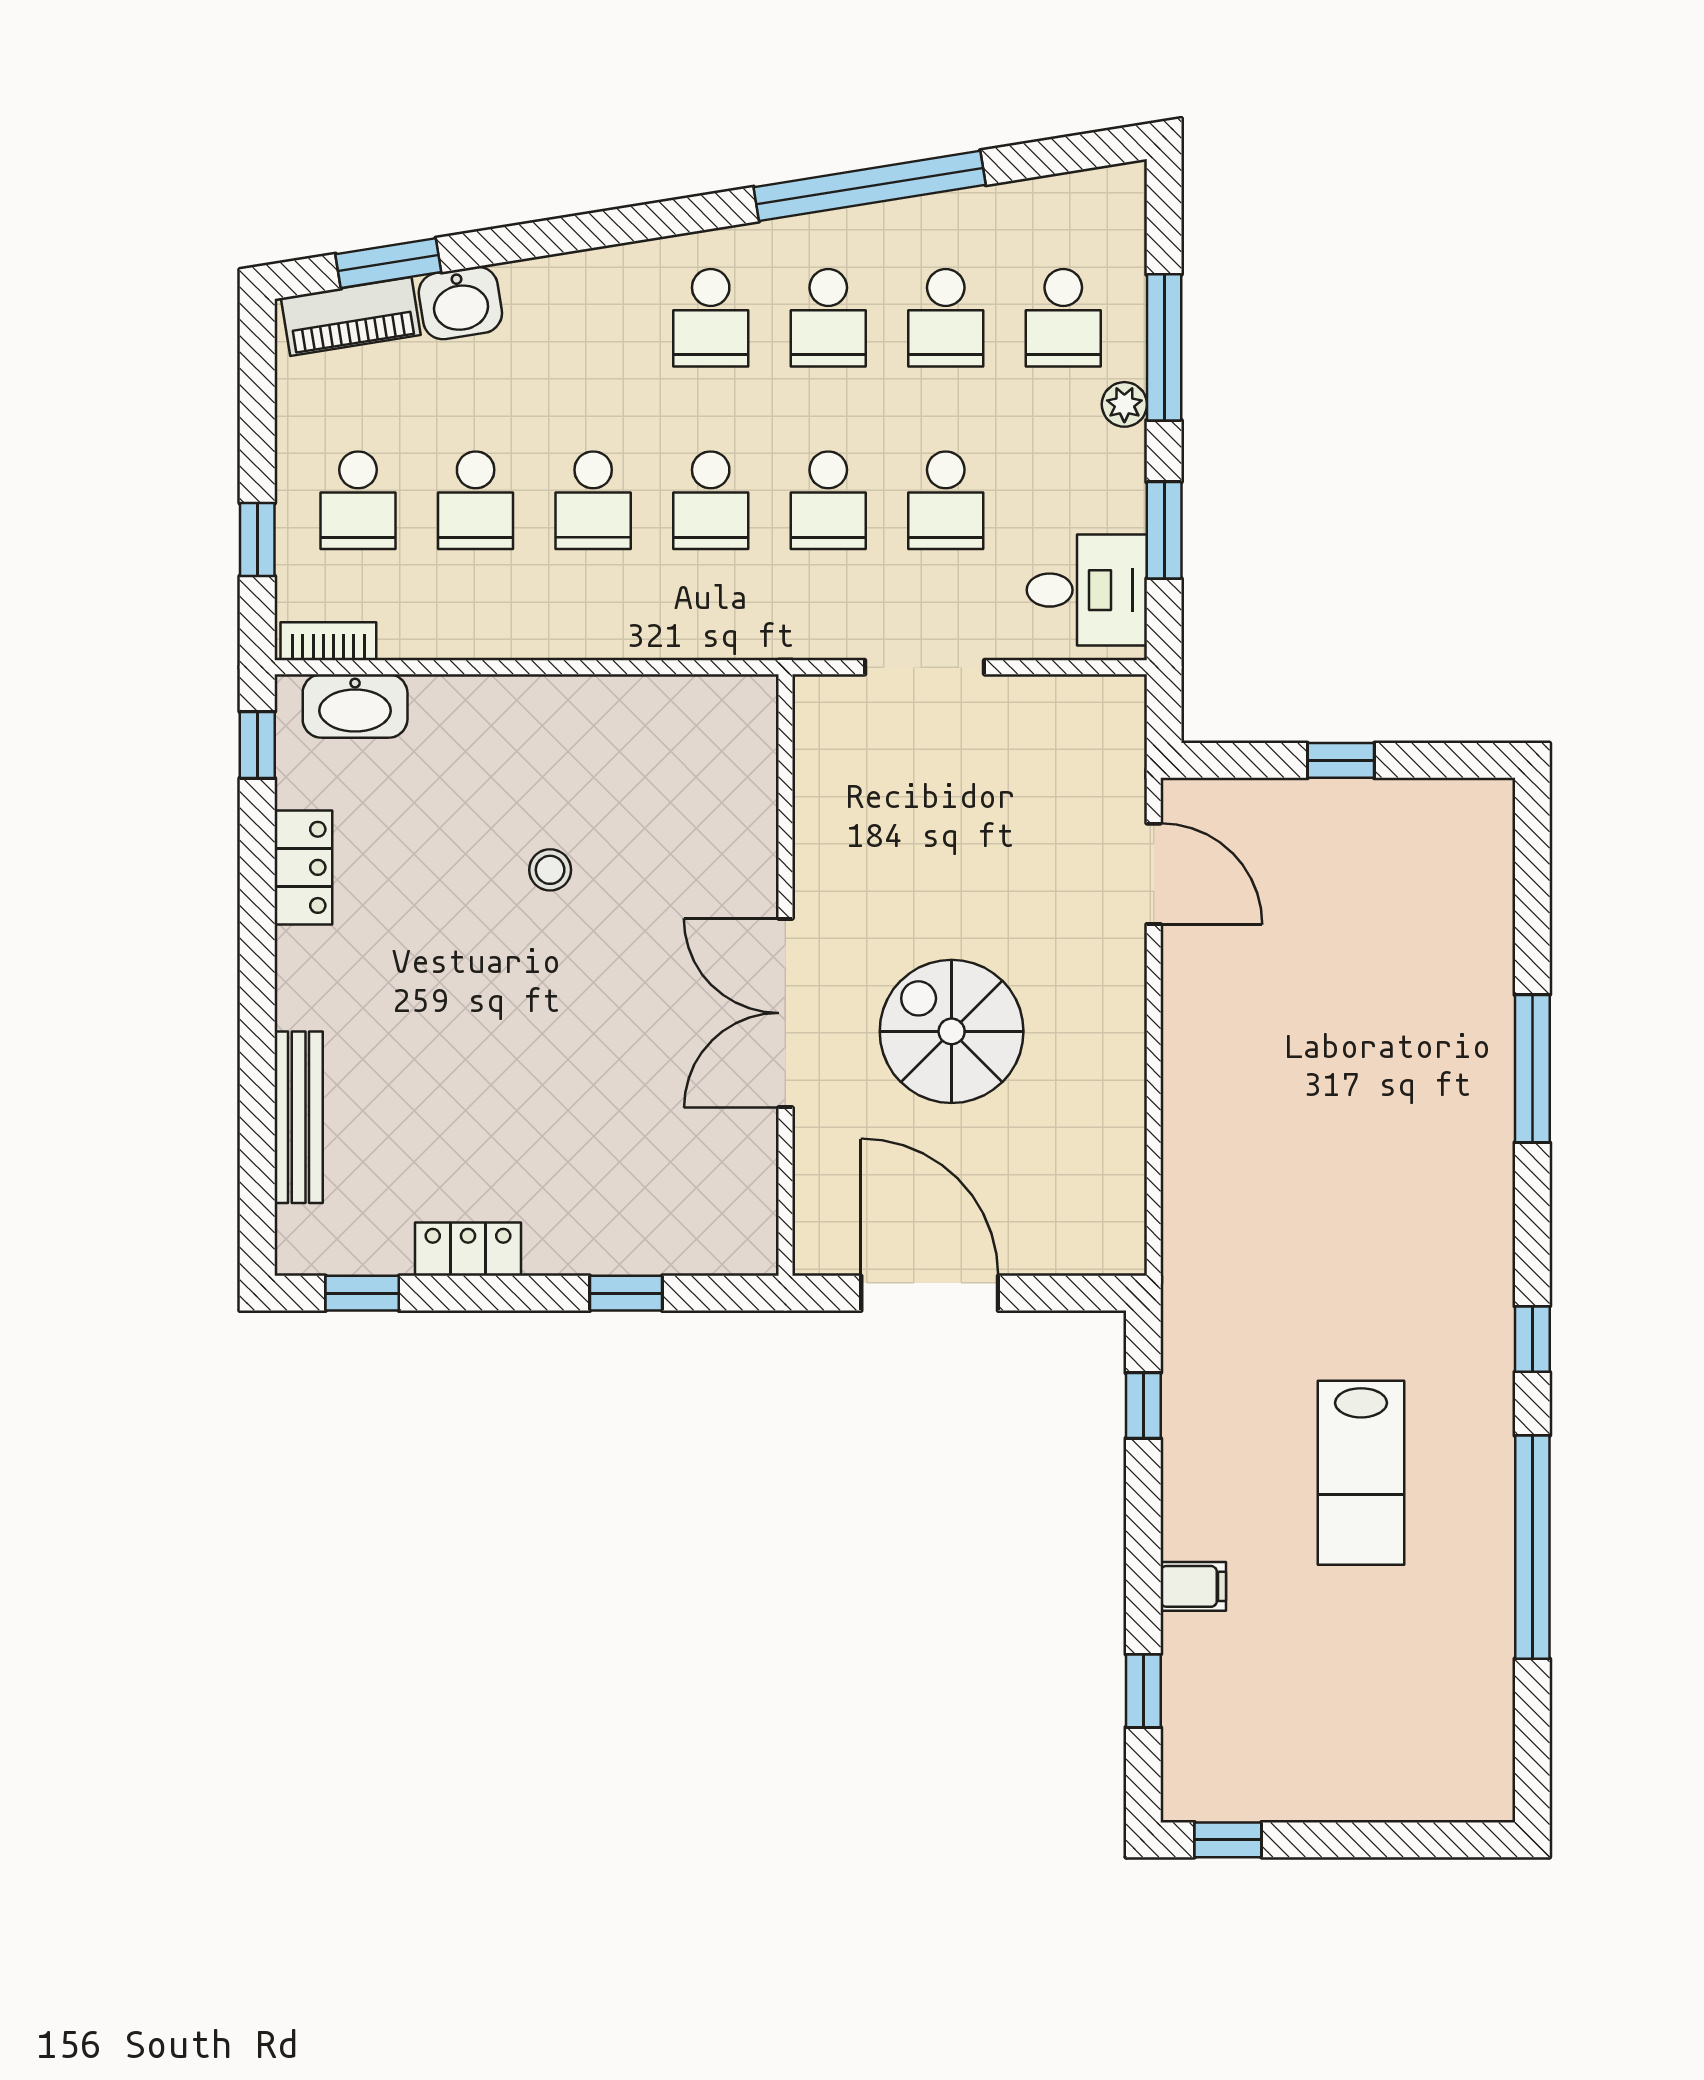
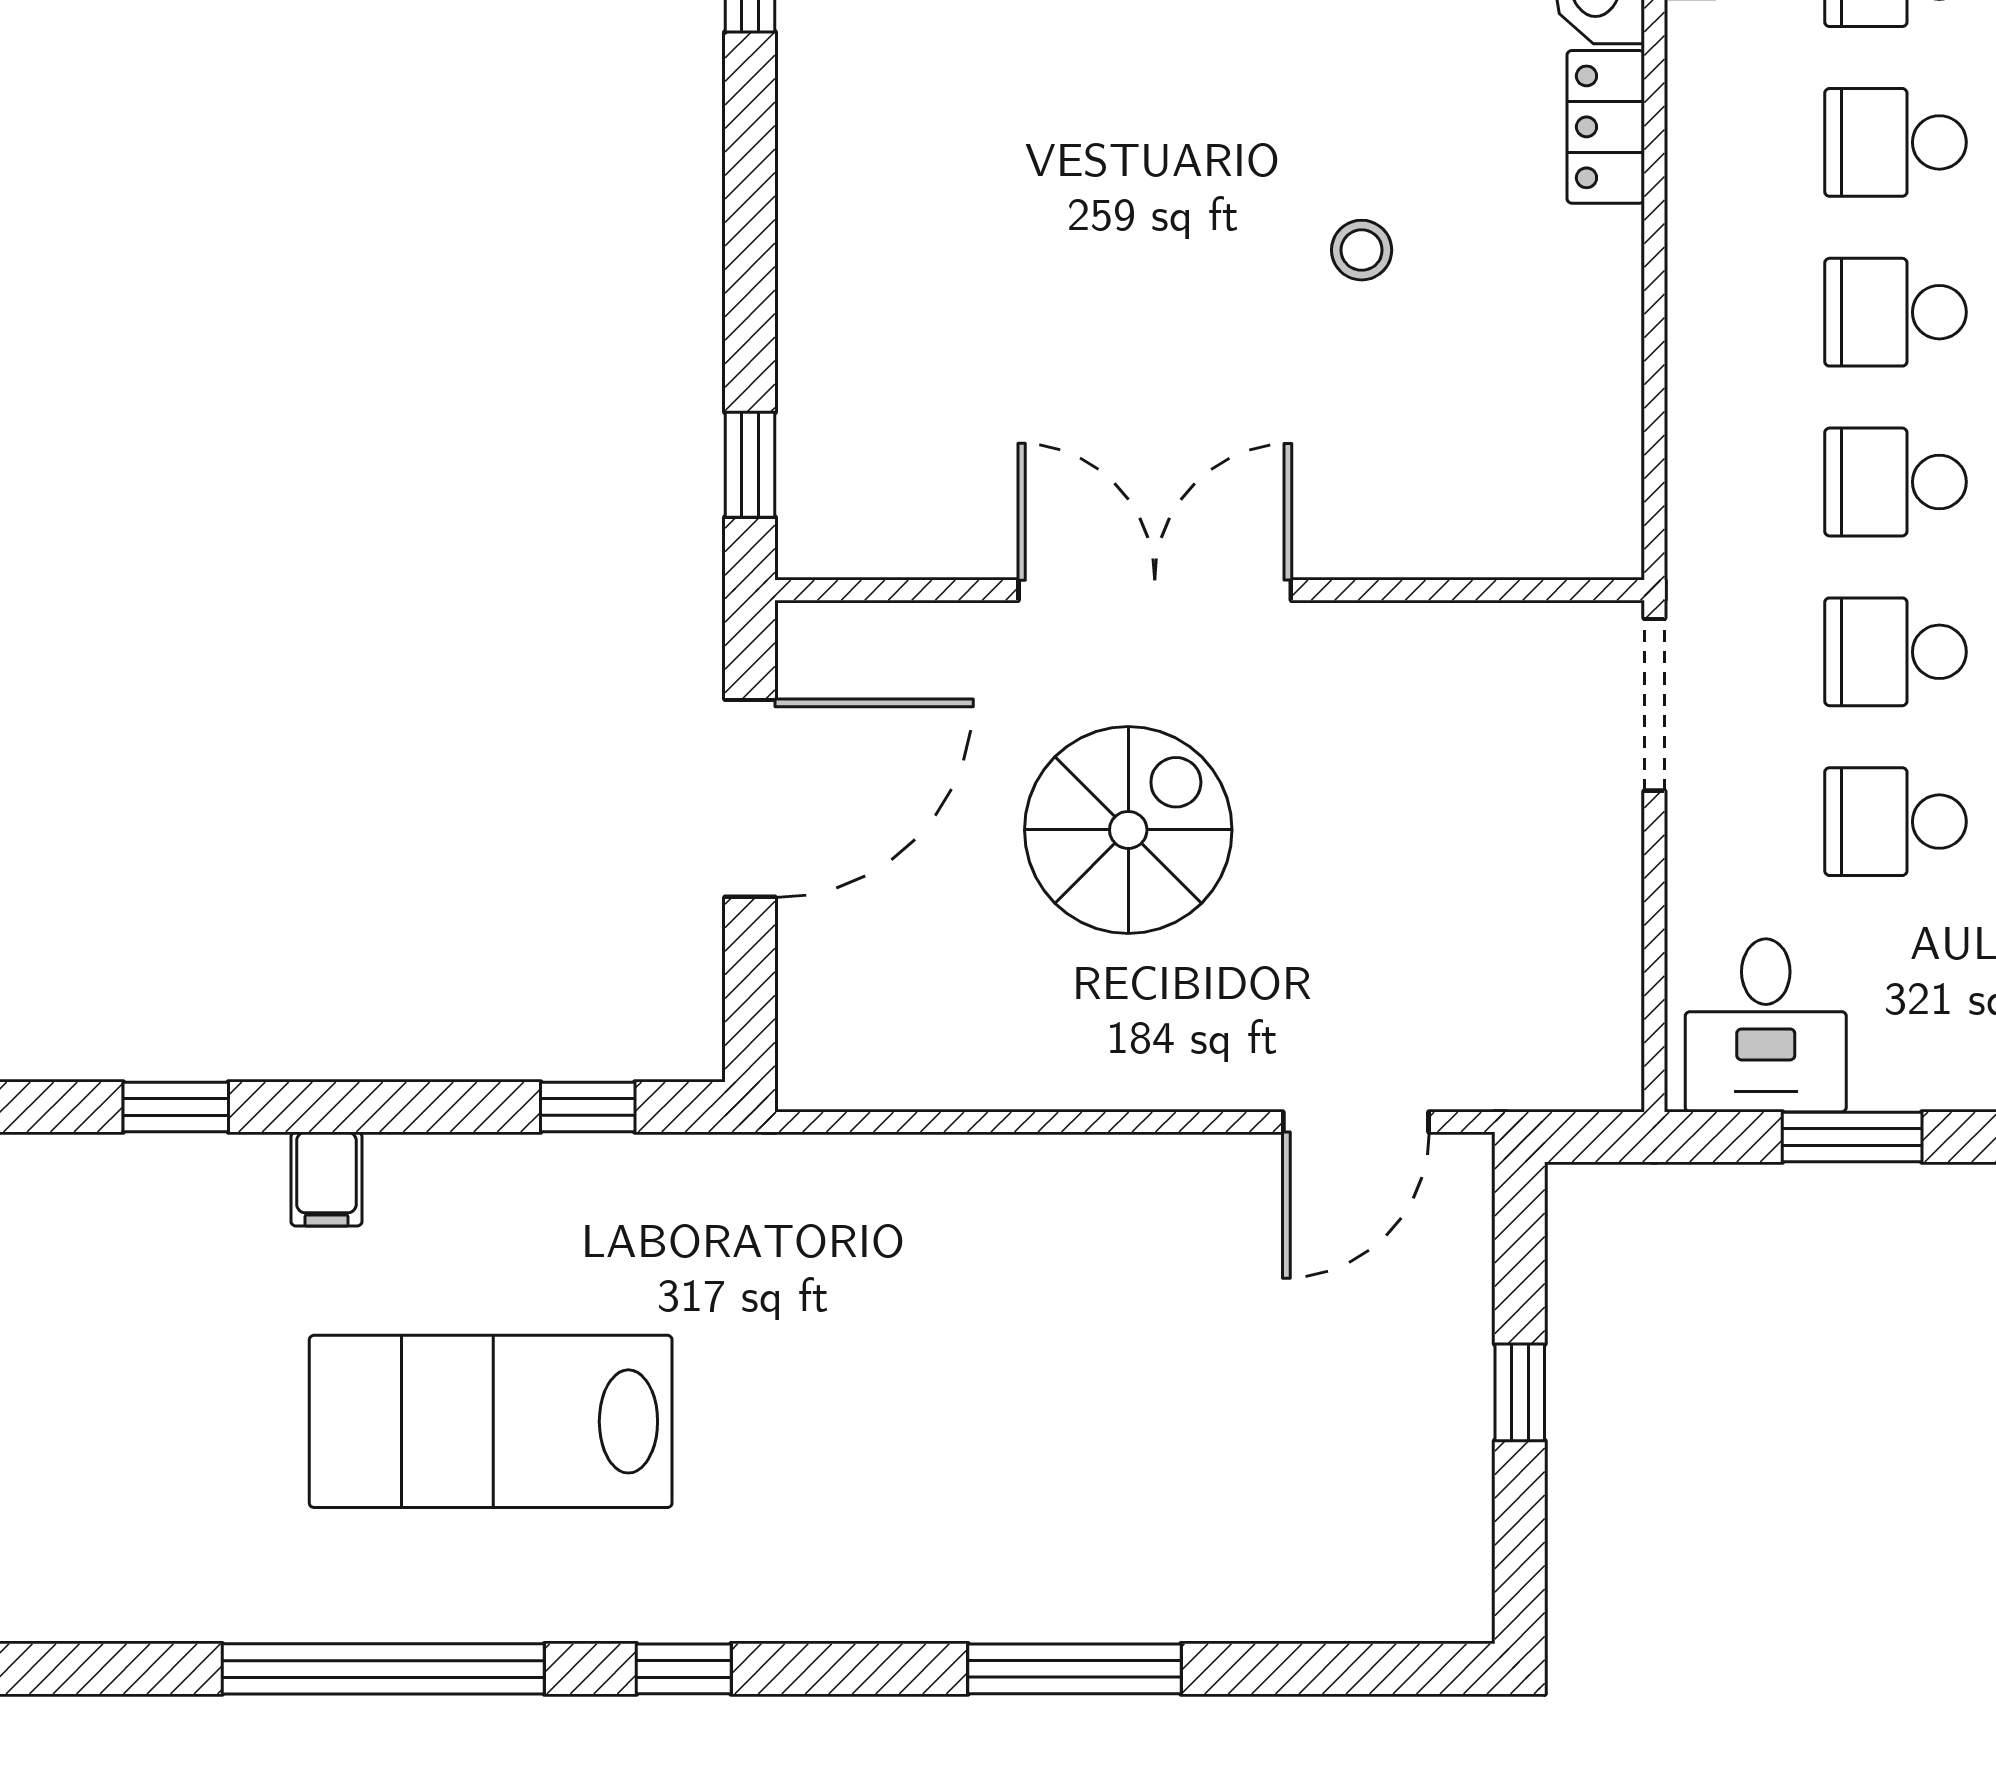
doorway: (925, 667) -> (1654, 705), moved
locker: (468, 1249) -> (1606, 127), moved, turned 180
window: (626, 1293) -> (750, 465), moved
lab bench: (1361, 1473) -> (491, 1421), width x1.36, depth x1.39

